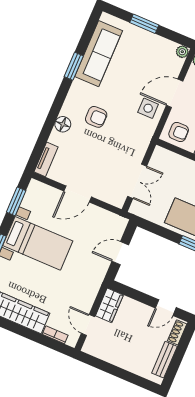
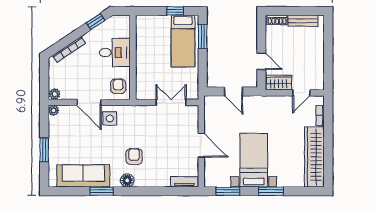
floor lamp: (63, 124) -> (127, 180), moved
door: (166, 308) -> (261, 61), moved

